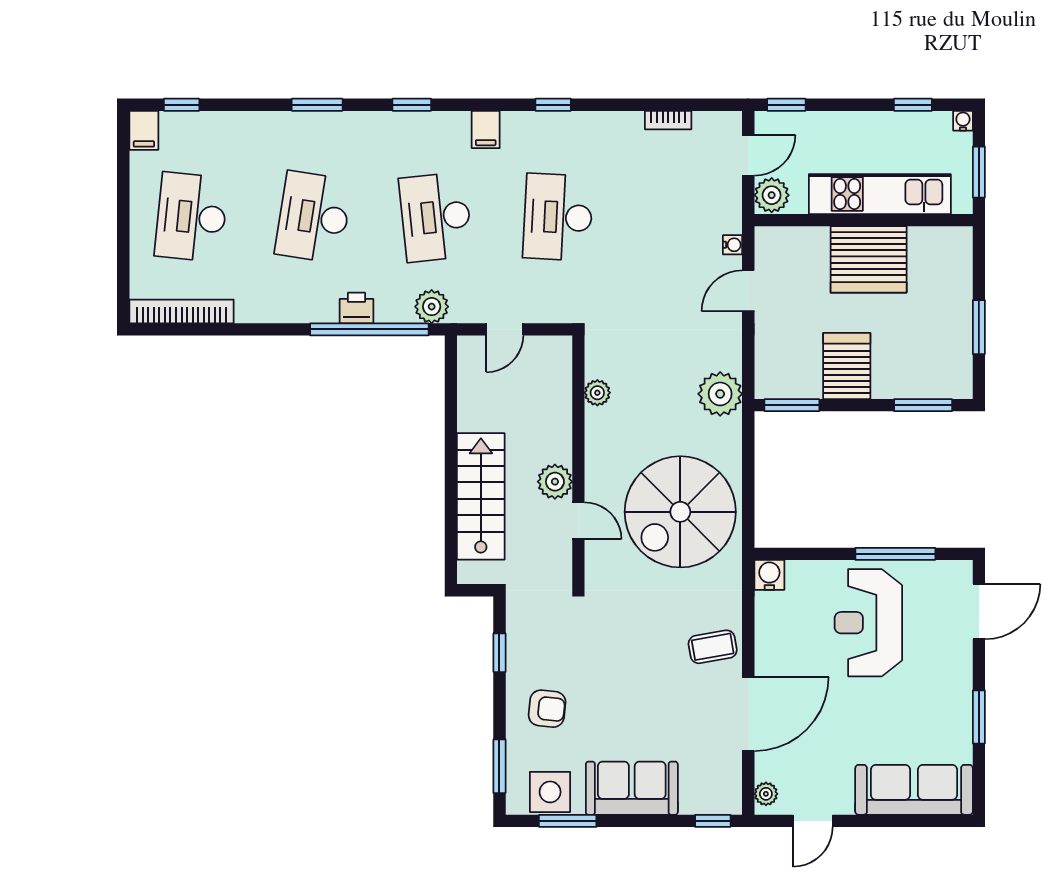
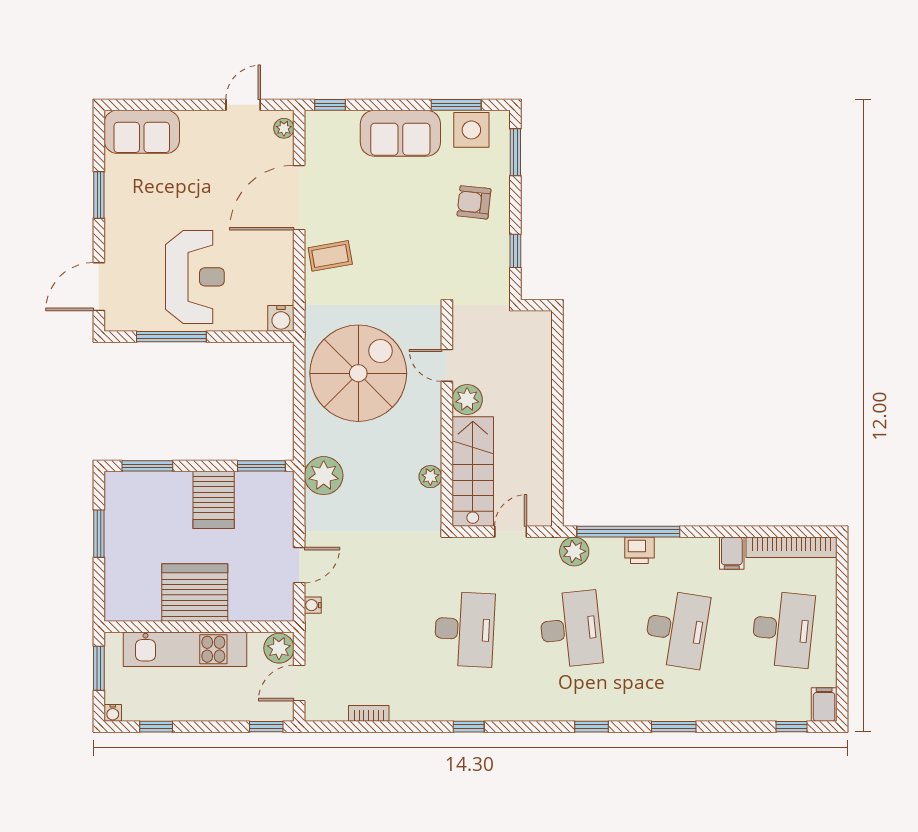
filing cabinet: (486, 130) -> (732, 553), moved, turned 180
stairs: (481, 496) -> (473, 472), moved, turned 180
sofa: (914, 790) -> (142, 132), width x0.73

